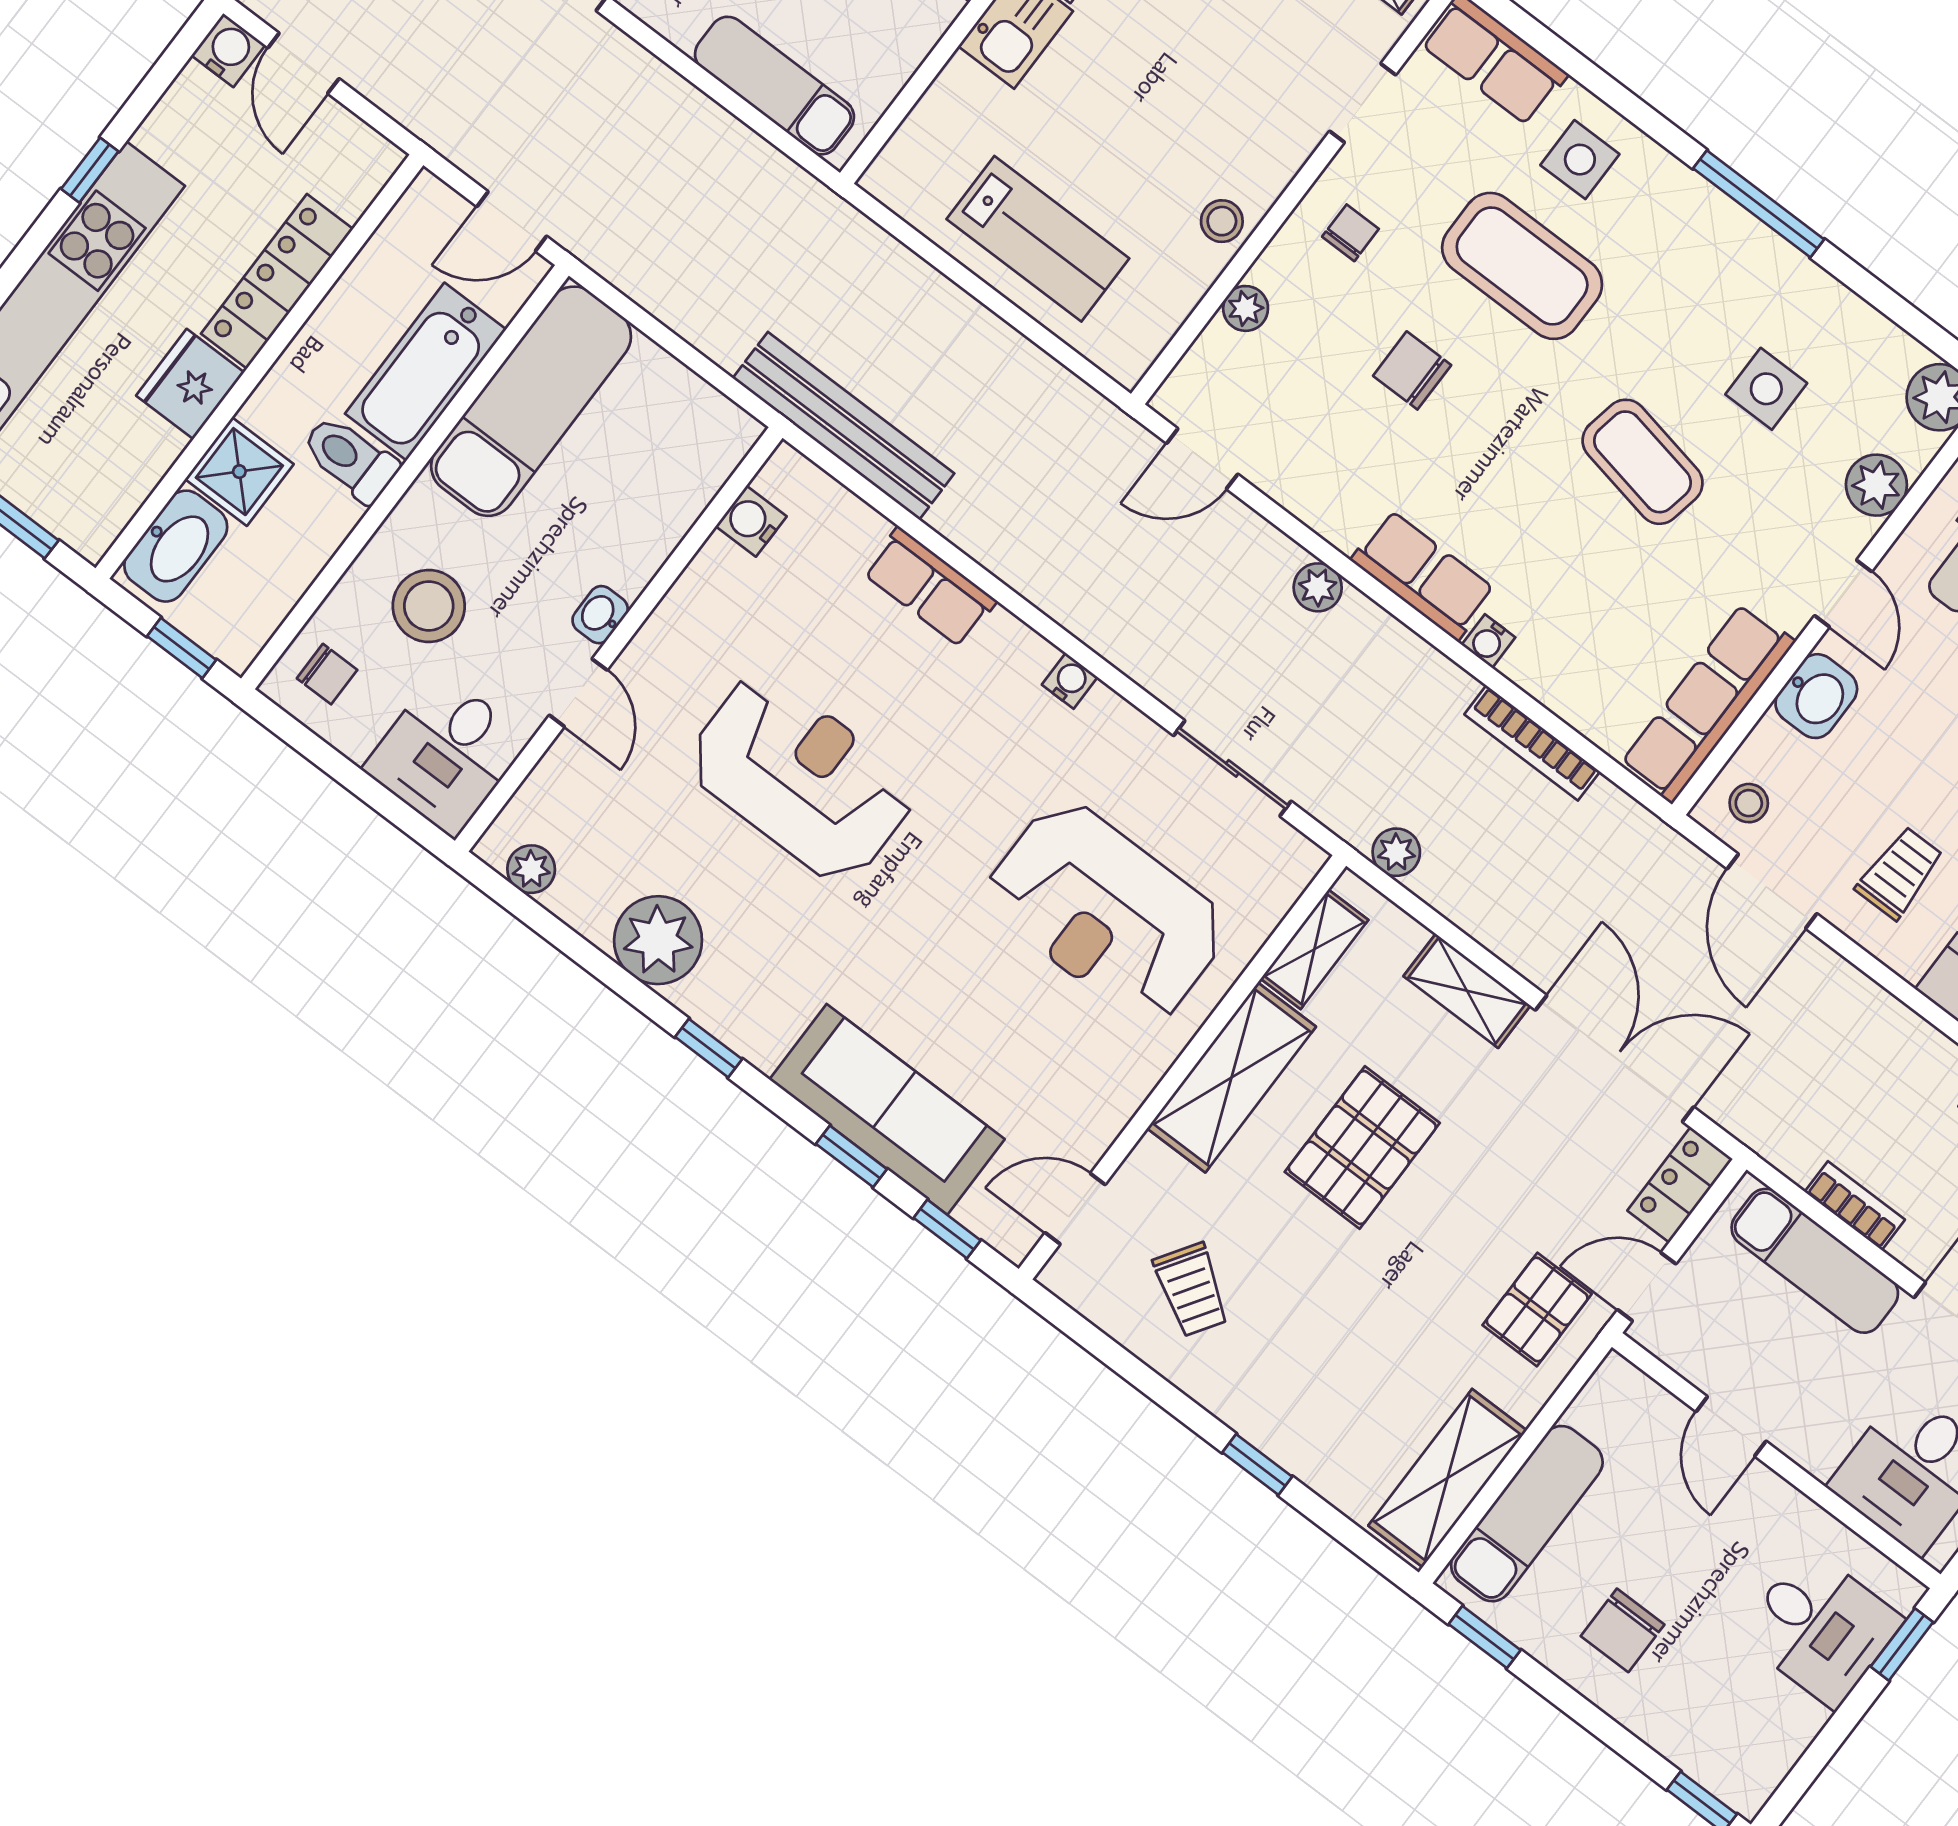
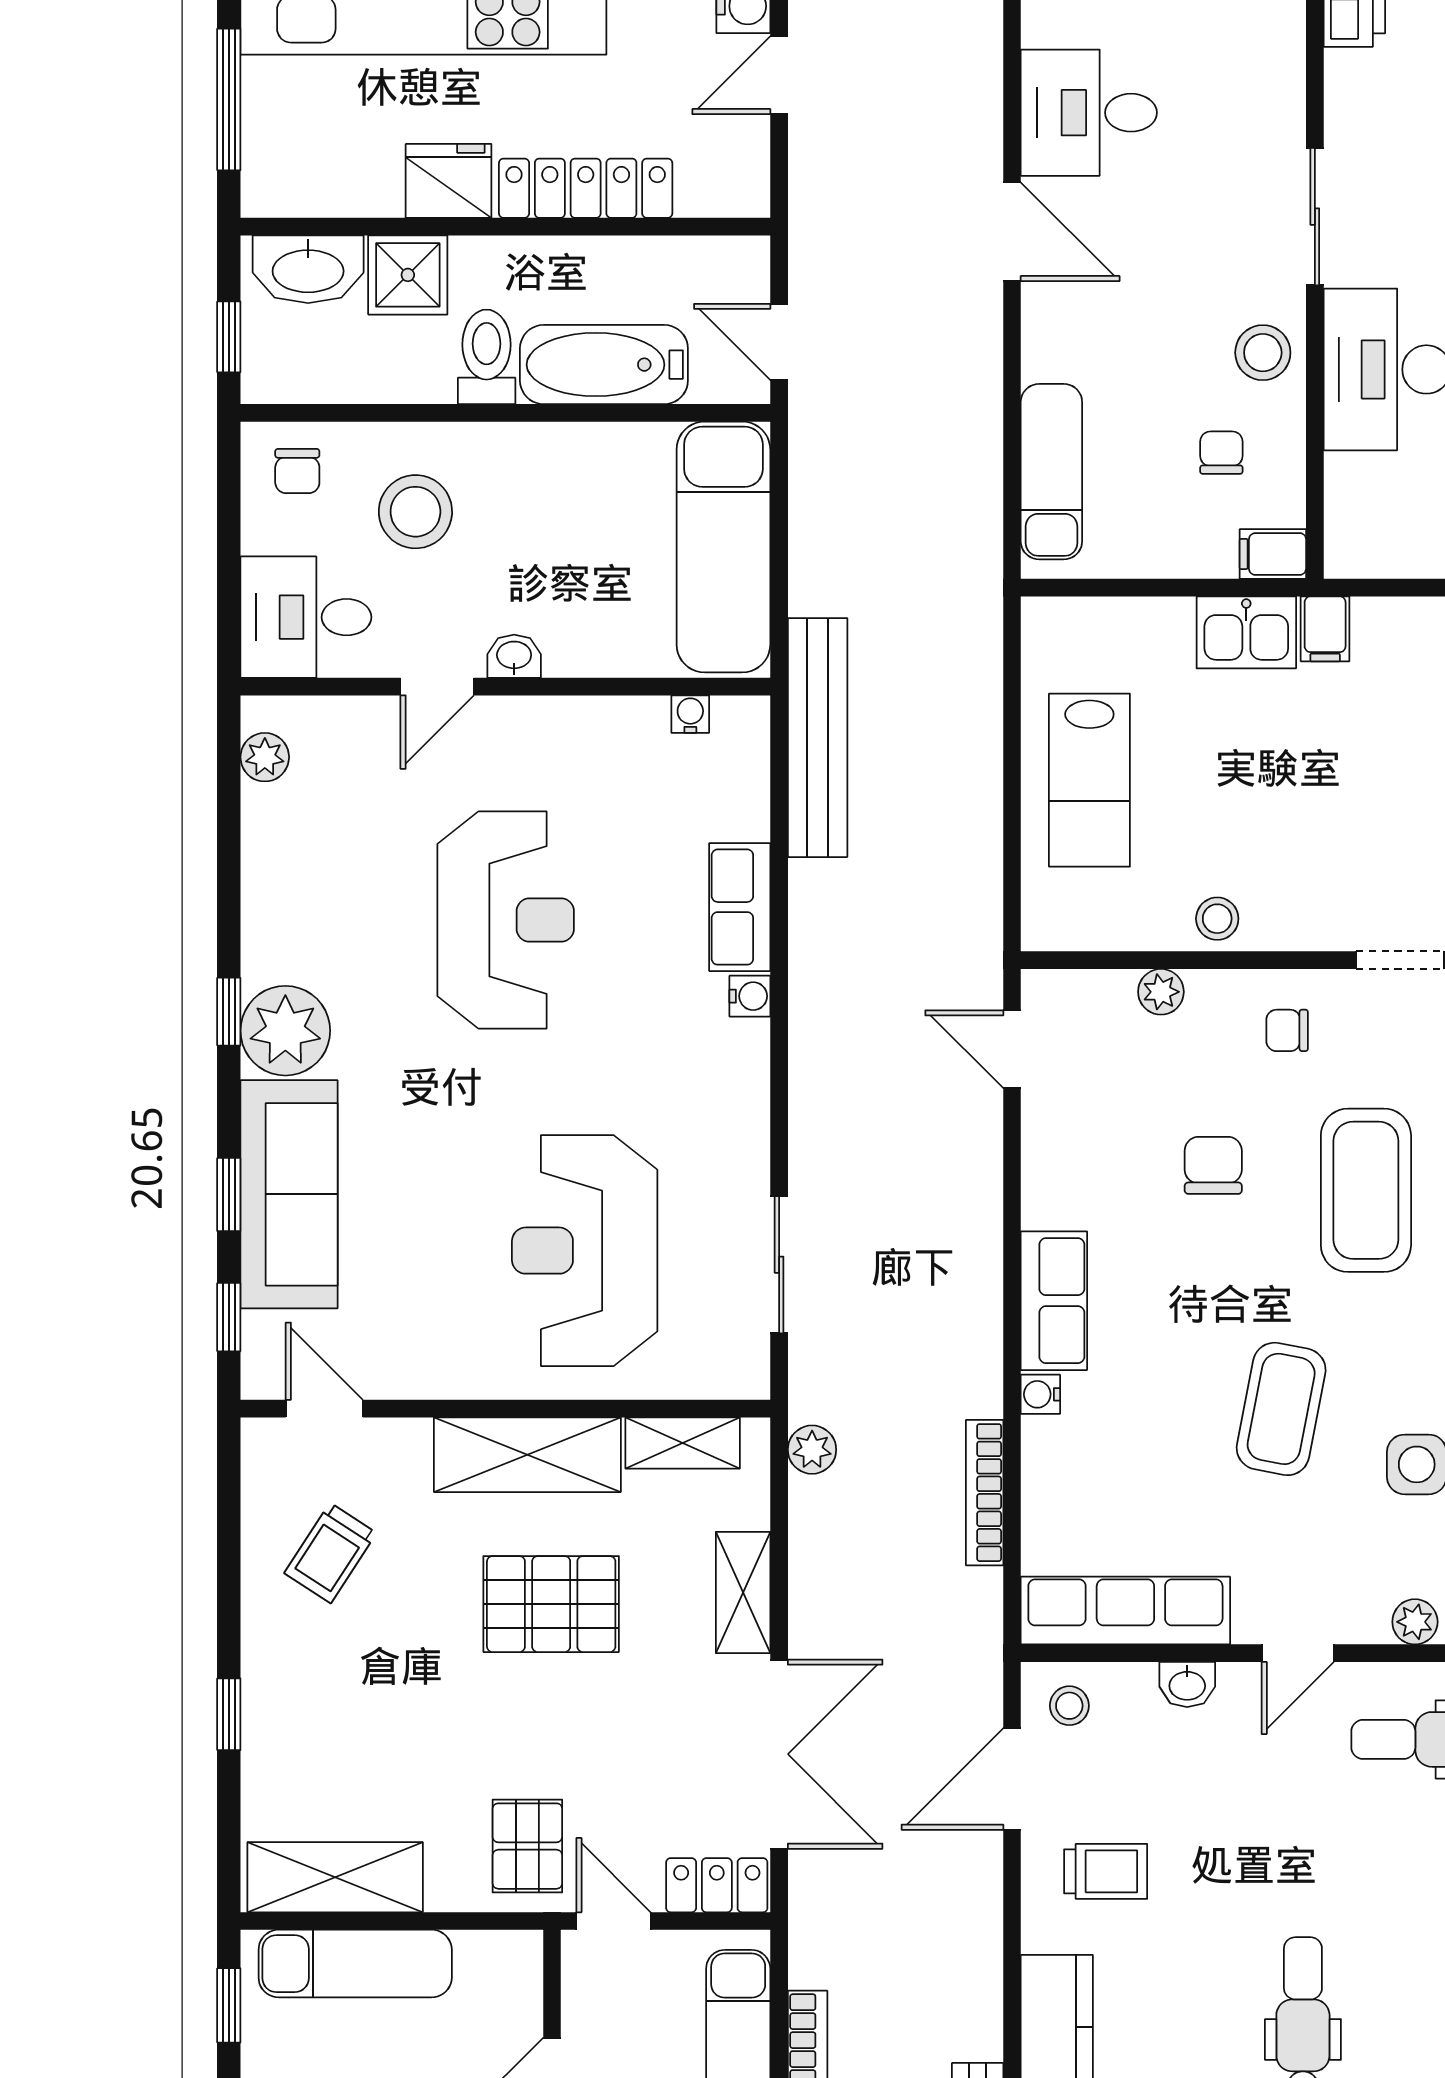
chair: (1350, 233) -> (1287, 1030), turned 180
exam couch: (531, 401) -> (723, 547), moved, turned 90
plant: (1876, 485) -> (1415, 1622), width x0.73, depth x0.73
water cooler: (751, 521) -> (690, 714), width x0.72, depth x0.72
plant: (1318, 587) -> (979, 1222), removed
water cooler: (1070, 681) -> (750, 996), moved
washbasin: (1816, 696) -> (1187, 1684), width x0.72, depth x0.69
plant: (658, 940) -> (285, 1031), moved
pallet: (1537, 1309) -> (527, 1846), turned 90

